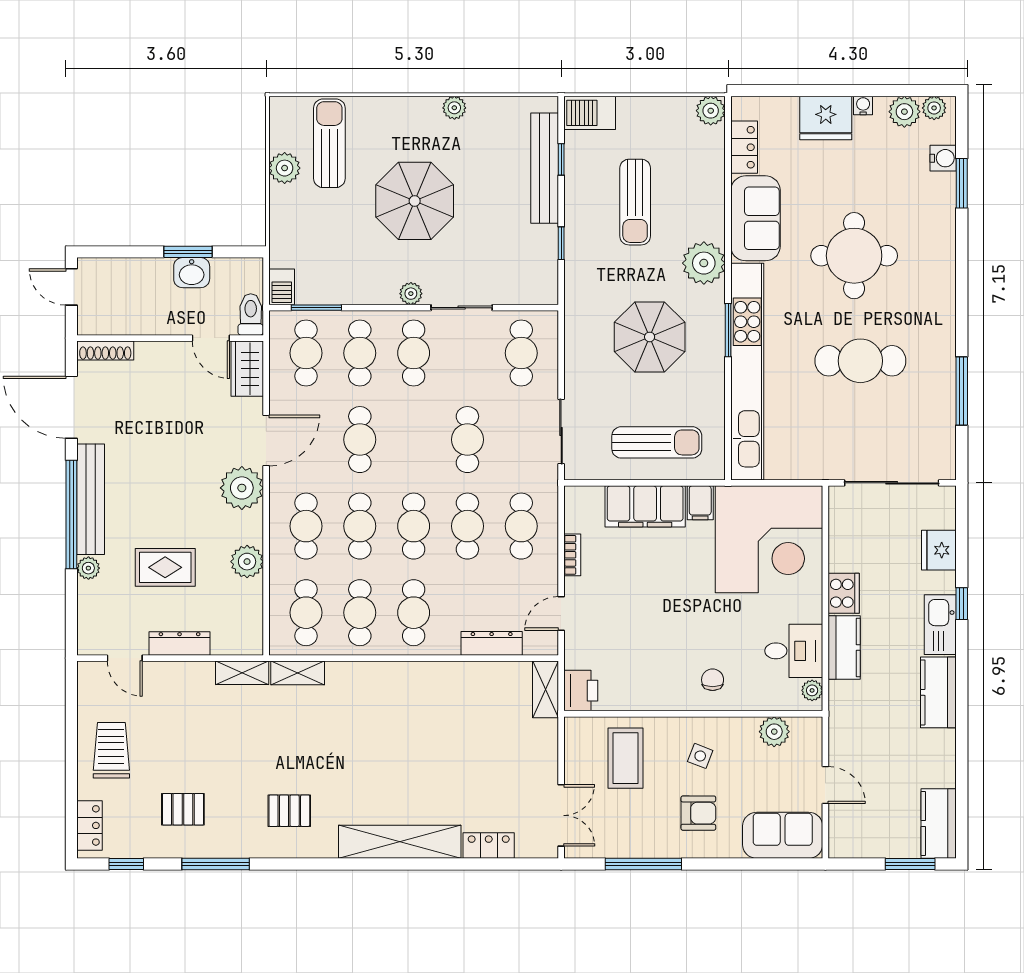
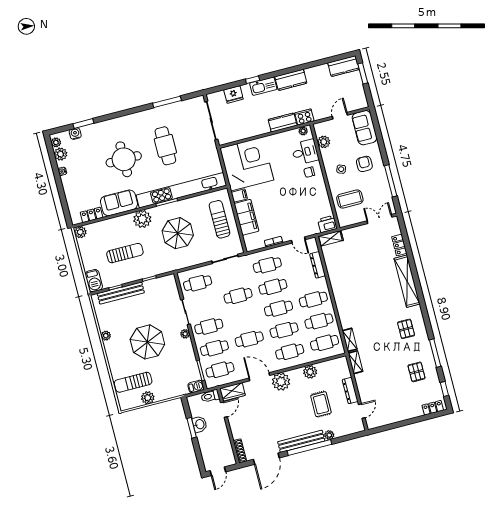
fridge: (826, 118) -> (71, 185), removed
cooker: (844, 593) -> (304, 117), moved
desk: (794, 651) -> (305, 152), moved, turned 90
trolley: (111, 750) -> (400, 407), removed

